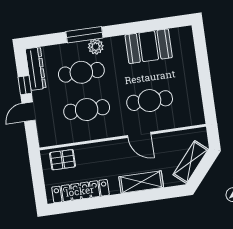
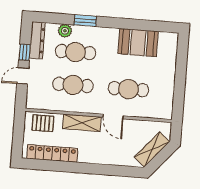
window: (84, 35) -> (85, 21), width x0.69
plant: (96, 47) -> (65, 31), moved
shelving: (141, 182) -> (82, 123), moved

